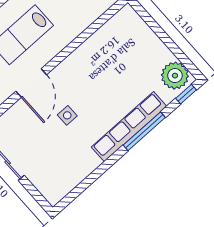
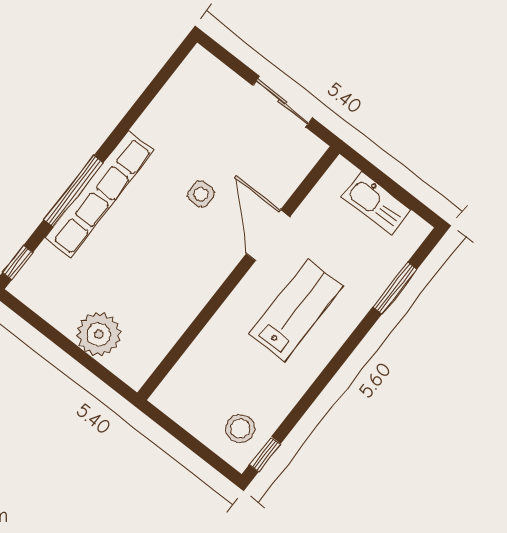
plant: (175, 76) -> (99, 334), moved

